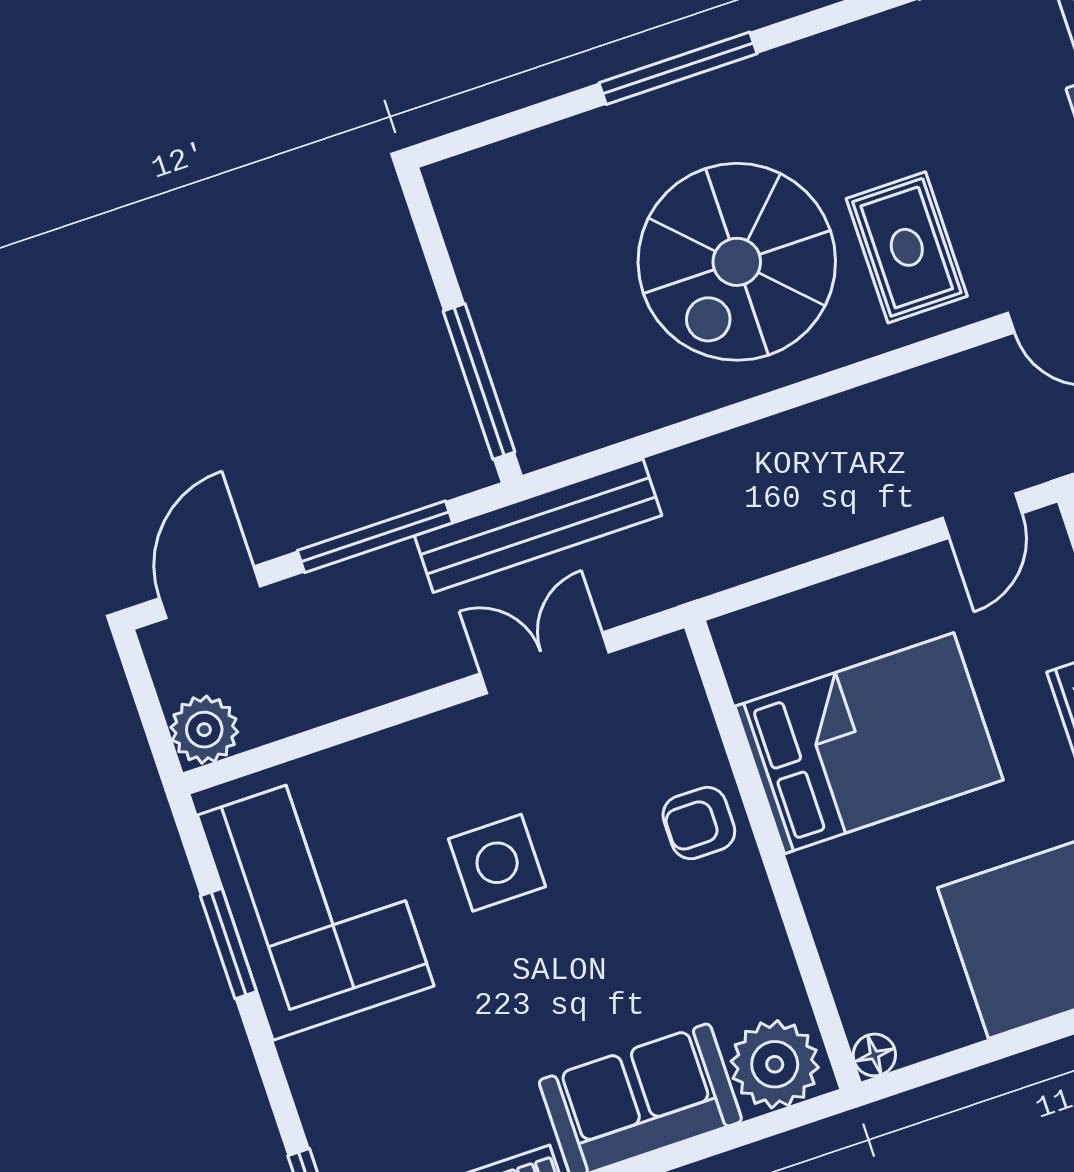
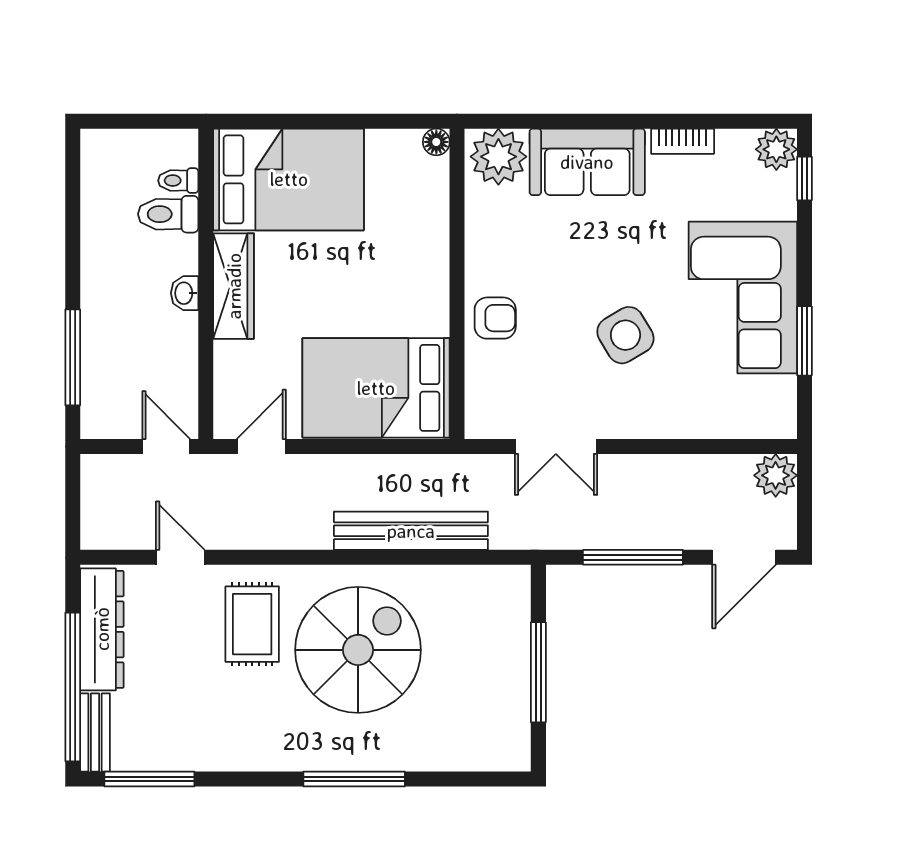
window: (479, 381) -> (538, 672), moved
bench: (538, 526) -> (411, 531), moved
bed: (869, 743) -> (376, 388), moved
side table: (497, 863) -> (625, 335), turned -31
corner sofa: (316, 901) -> (743, 297), moved

